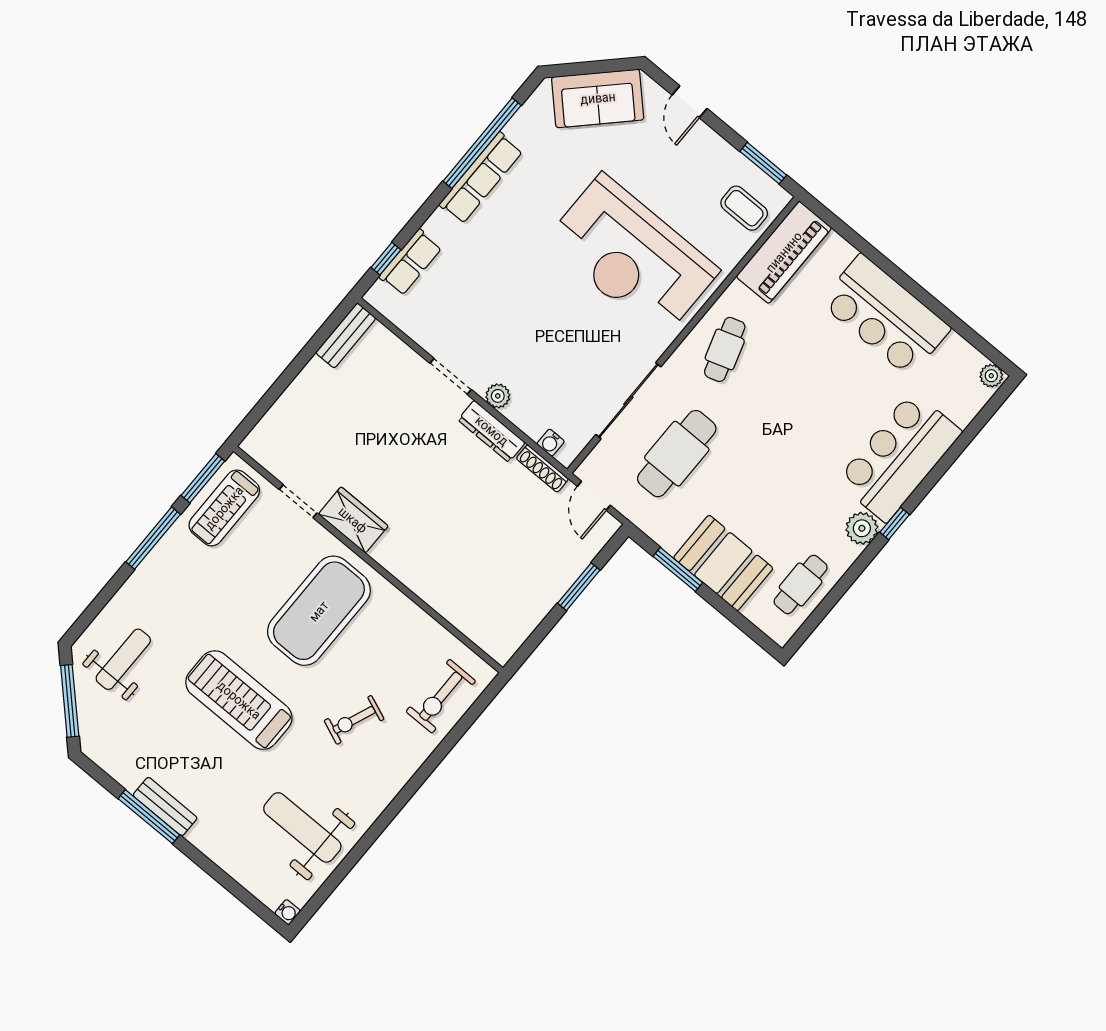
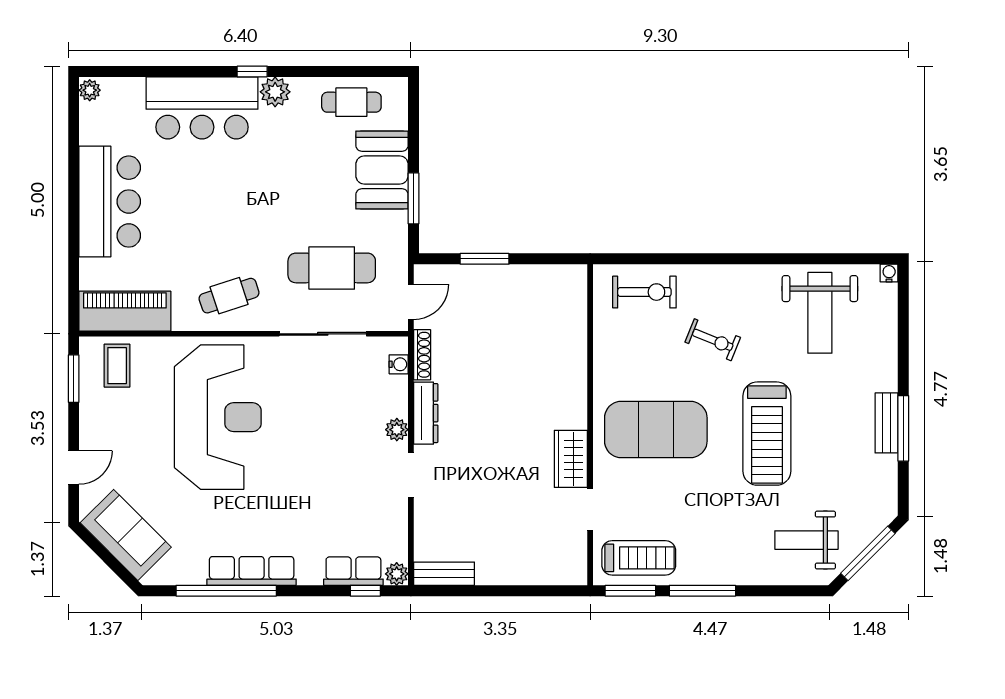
plant: (378, 296) -> (397, 574), added

